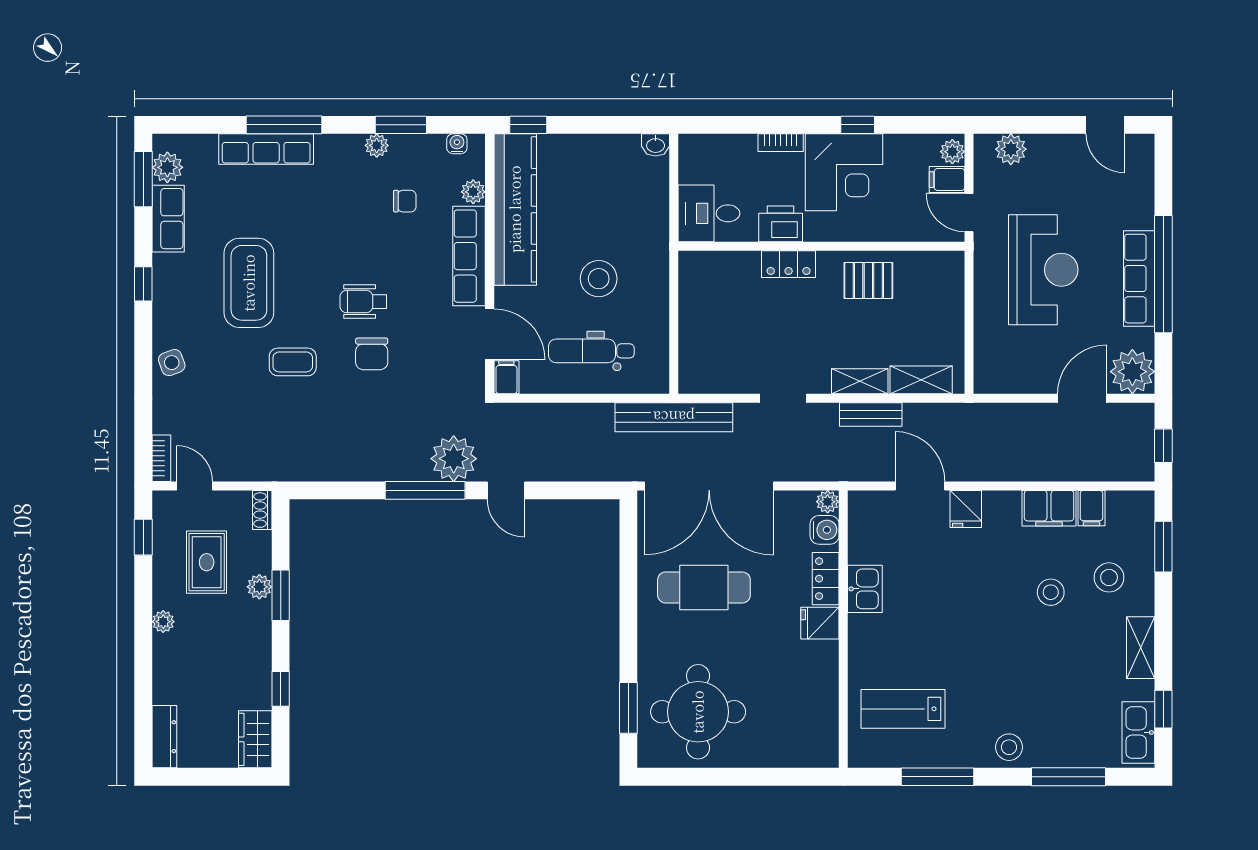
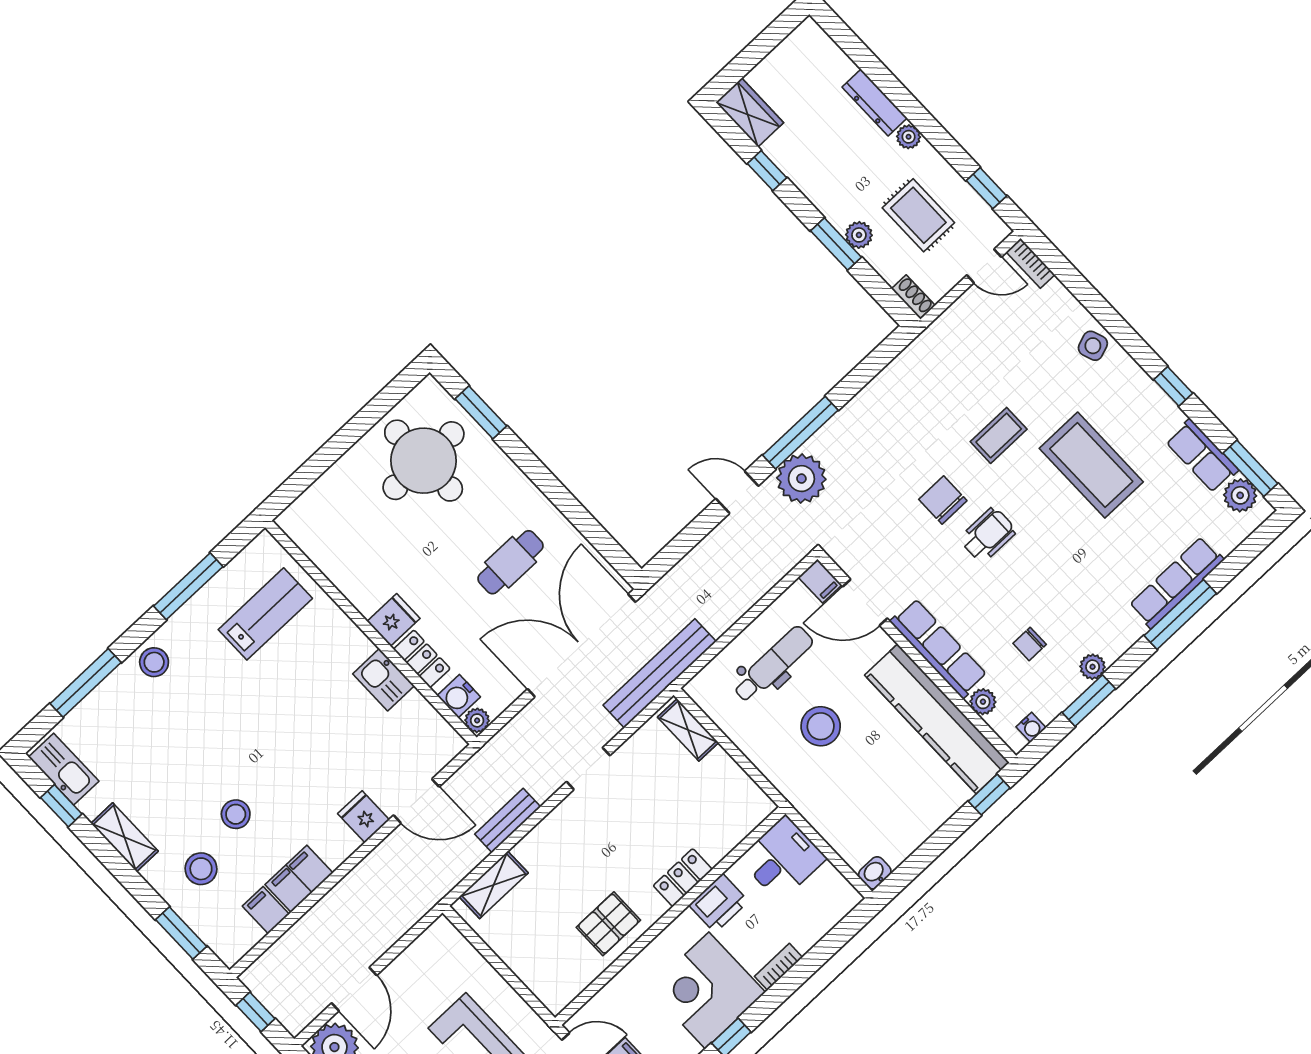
shelving: (860, 381) -> (688, 730), moved, turned 90
cafe table: (704, 587) -> (511, 562), width x0.73, depth x0.74
dresser: (164, 737) -> (875, 103), moved

